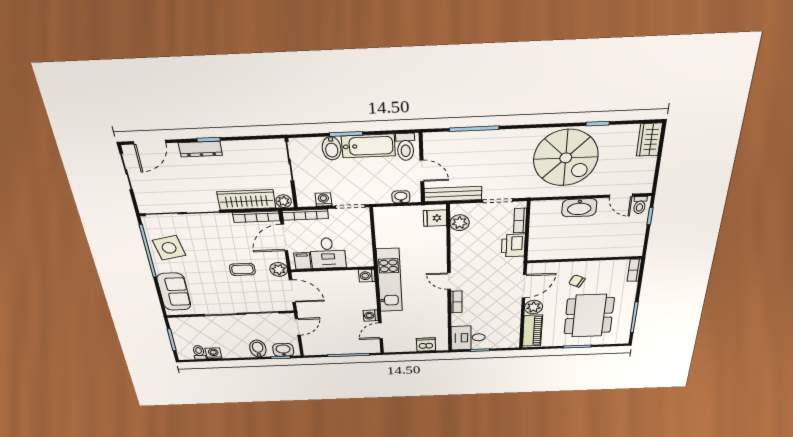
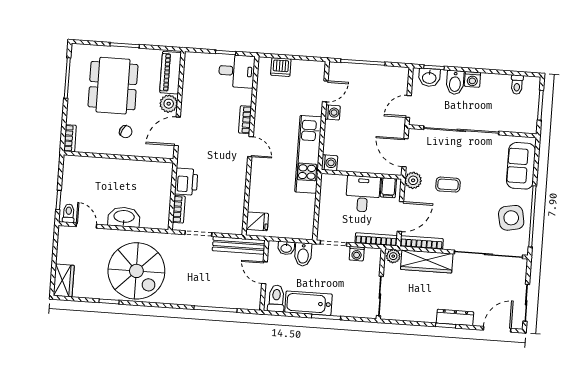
bidet: (332, 148) -> (303, 254), moved, turned 180
spiral stairs: (566, 158) -> (136, 271), turned 180
plant: (460, 223) -> (235, 214), removed
washing machine: (213, 353) -> (472, 79), moved

